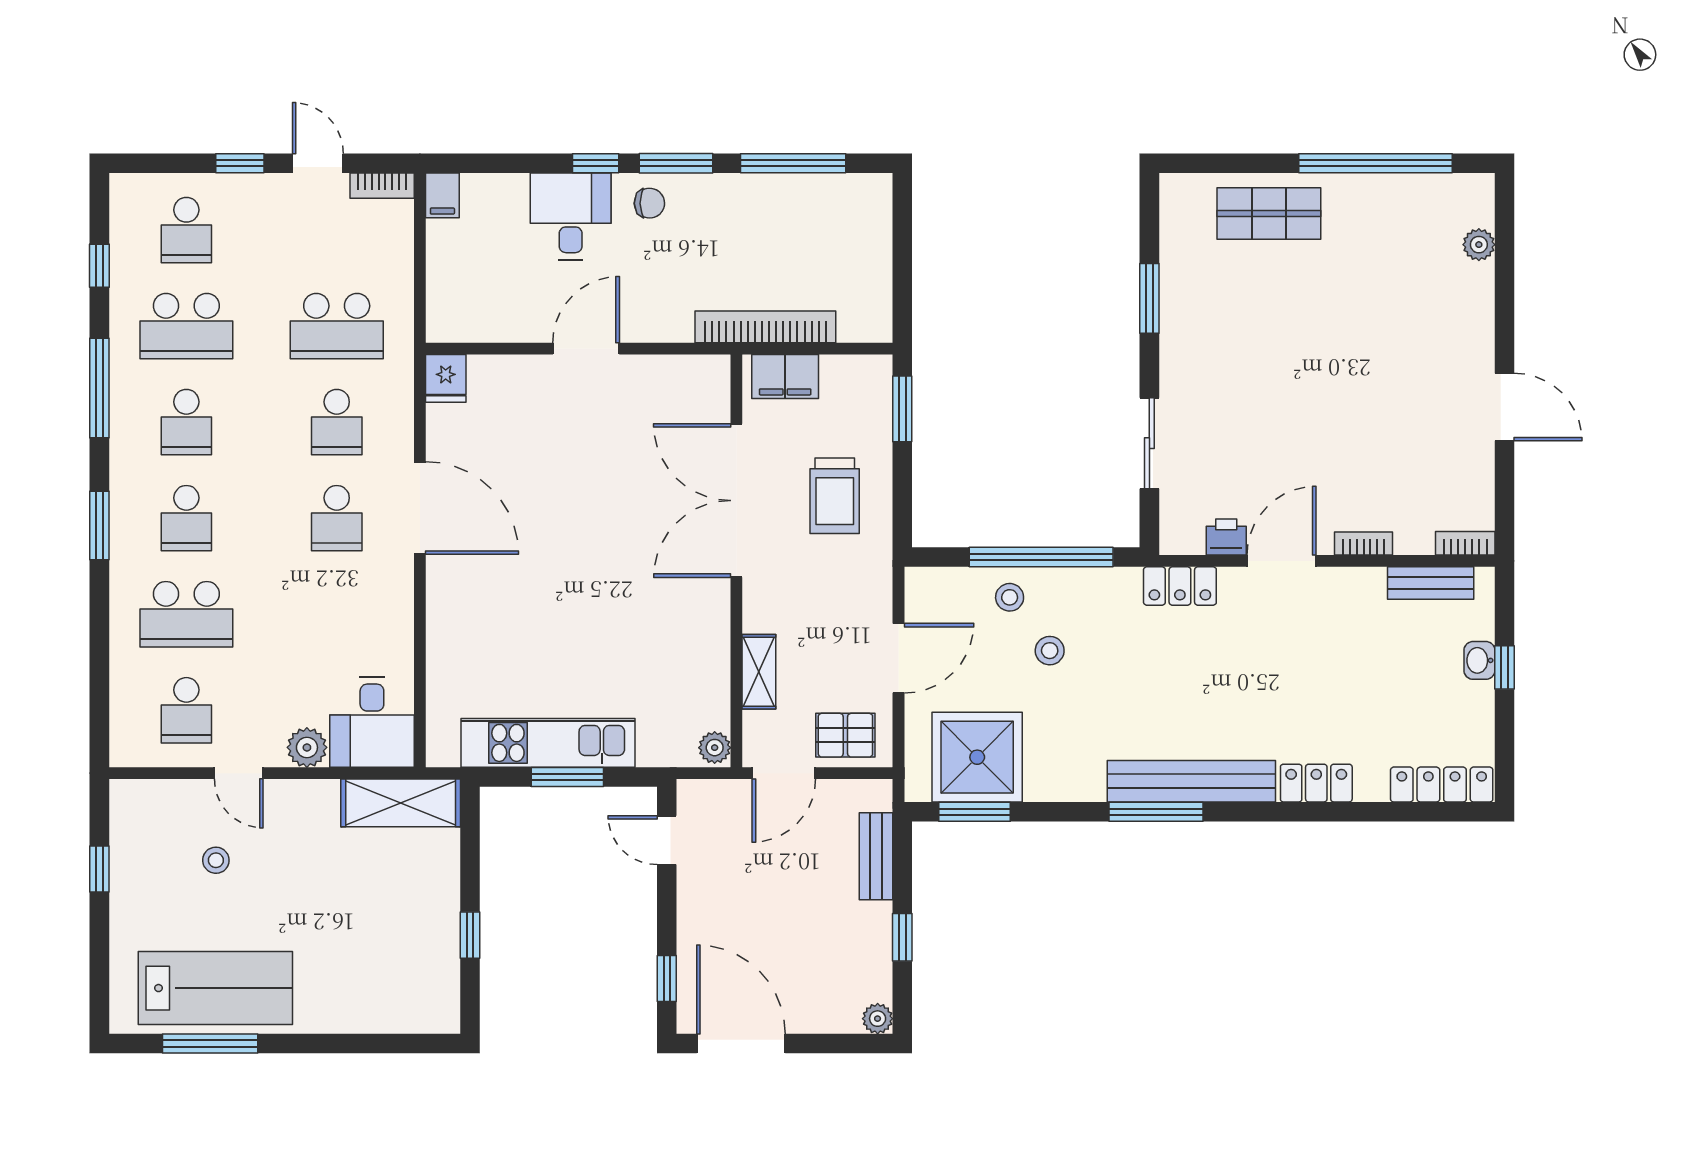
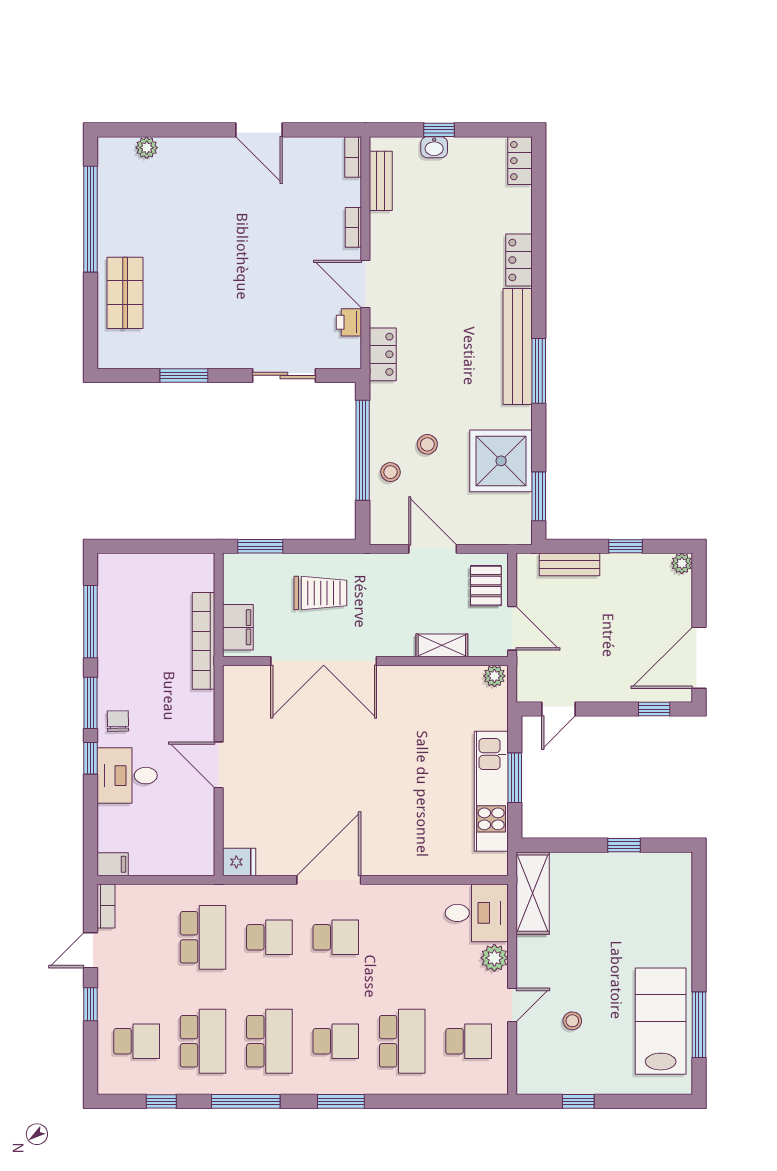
door: (1505, 407) -> (259, 130), swing flipped
school desk: (186, 422) -> (269, 1041), width x1.85
shower: (977, 757) -> (501, 461), moved
locker: (1442, 785) -> (520, 161), width x0.66

